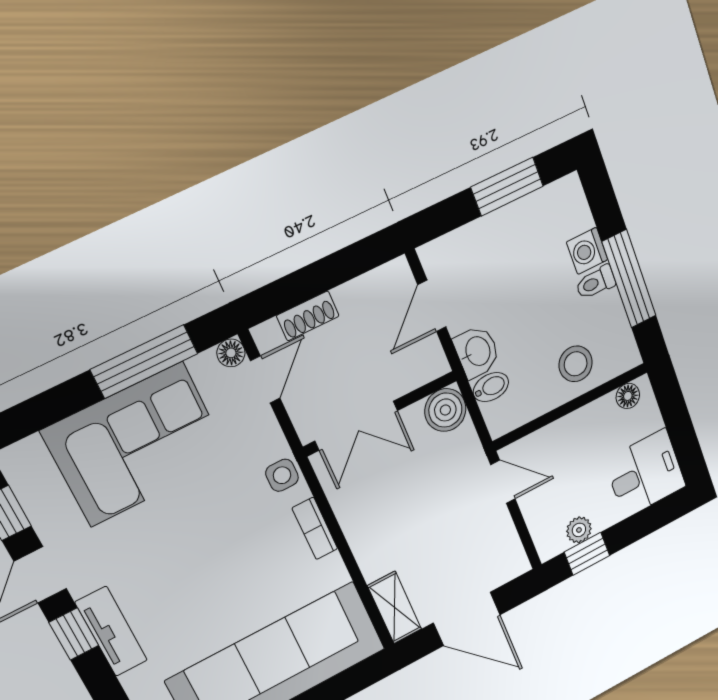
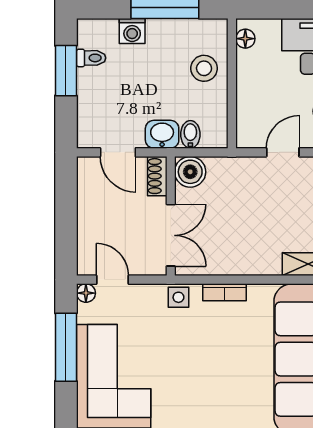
toilet: (596, 282) -> (91, 58), moved, turned -90
shoe rack: (308, 316) -> (157, 176), moved, turned 180
door: (503, 482) -> (283, 152), moved

